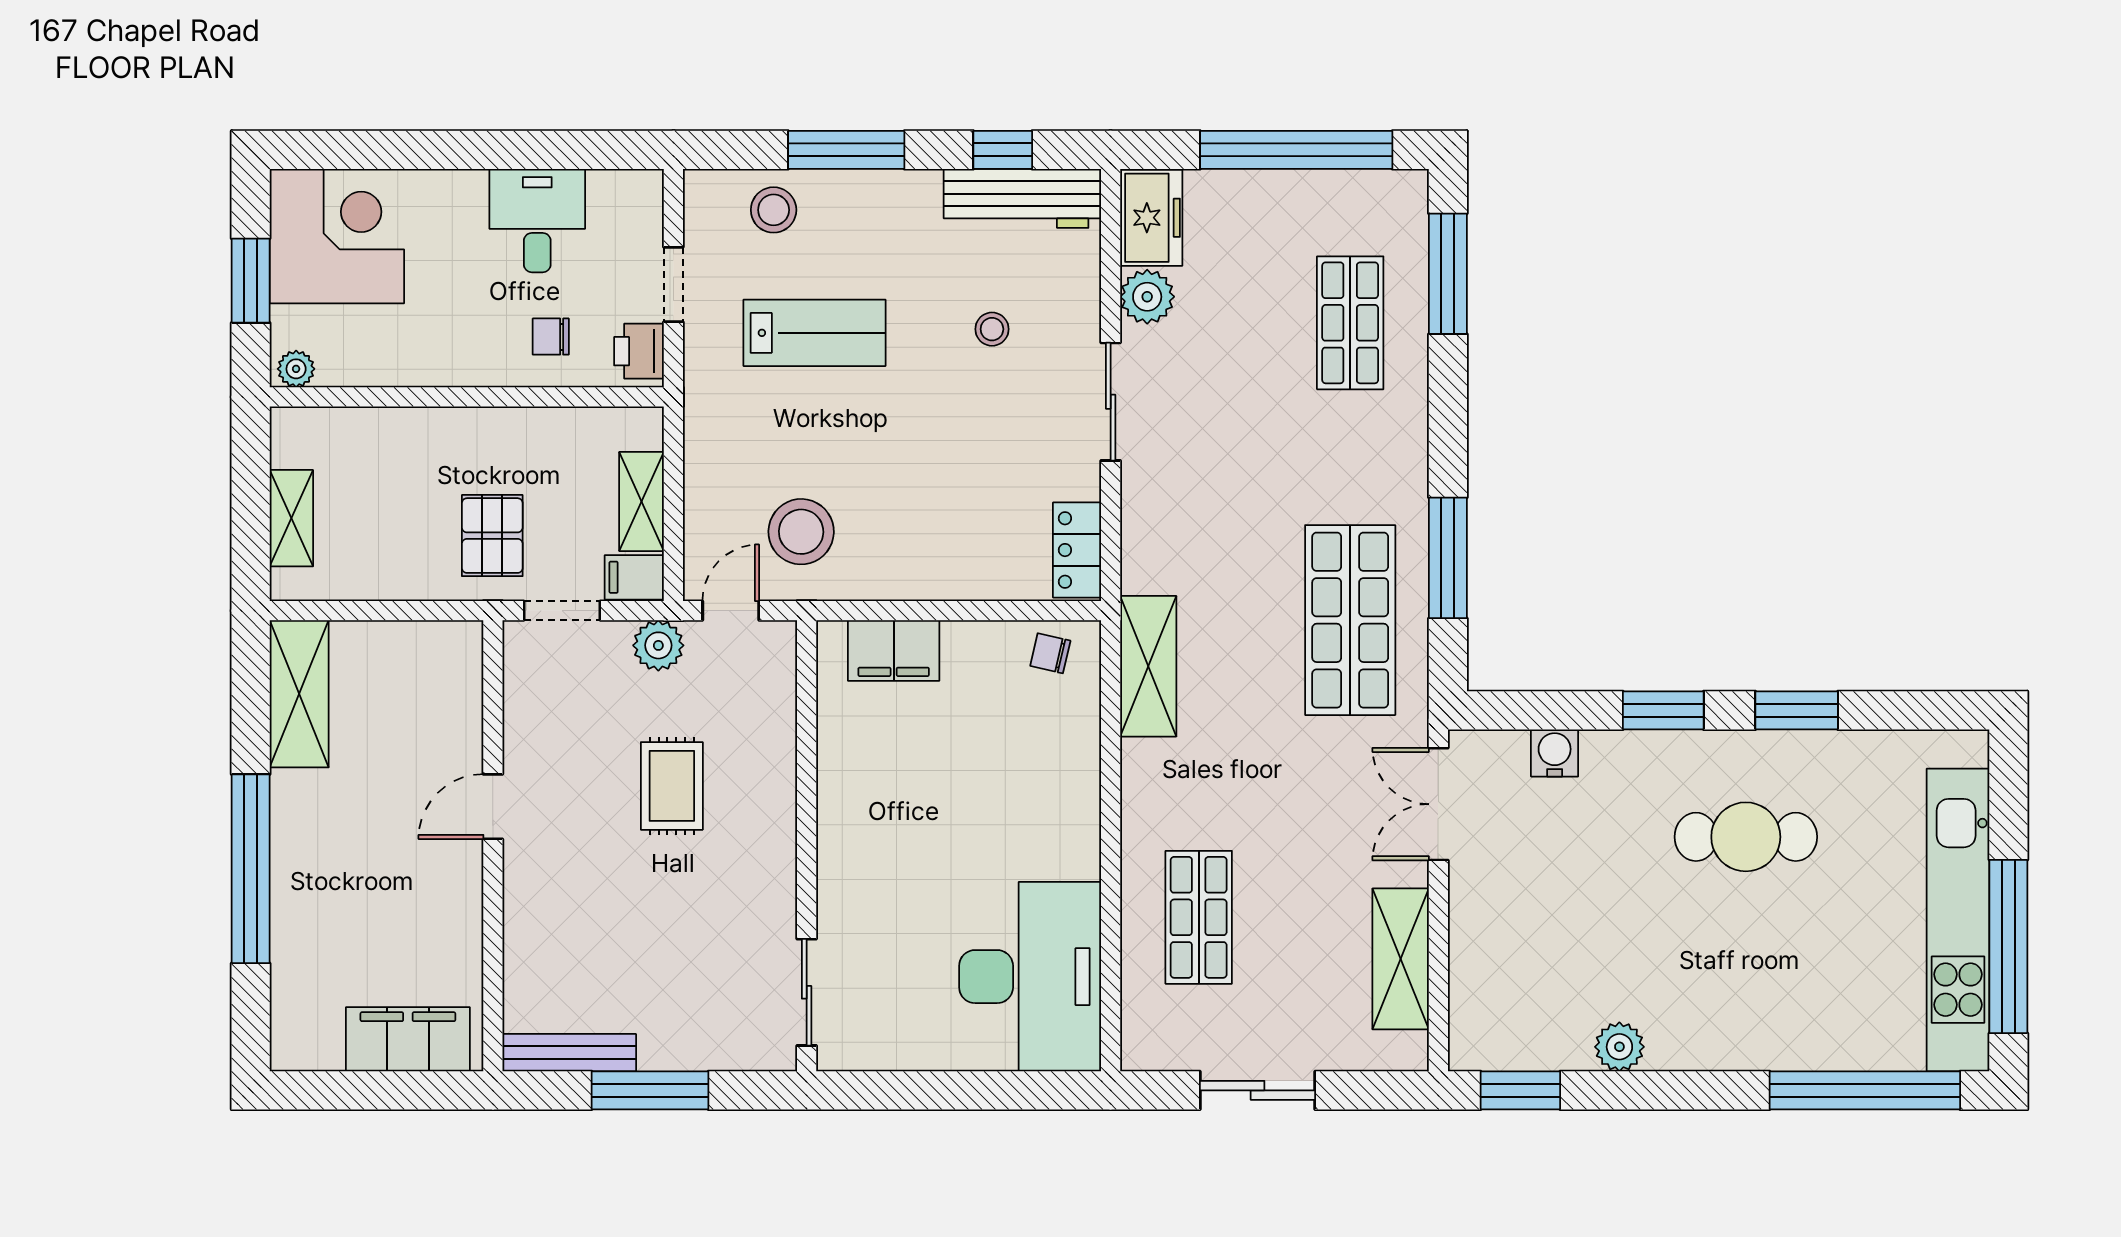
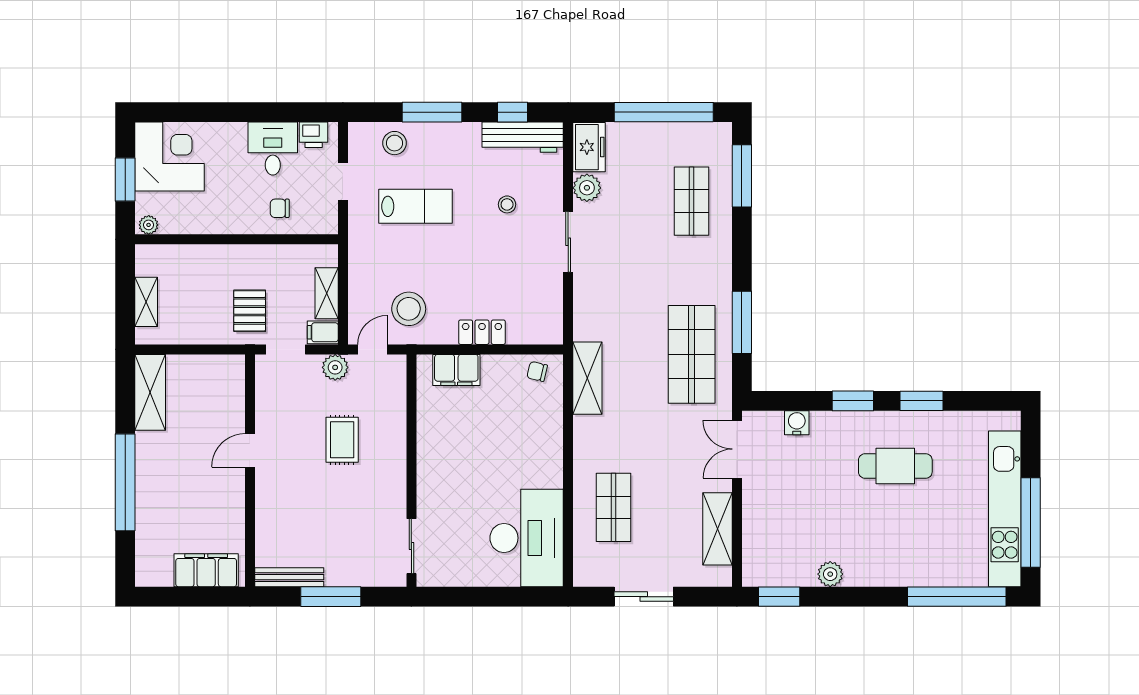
printer: (639, 351) -> (314, 135), moved, turned -90
locker: (1077, 550) -> (482, 332), moved, turned 90

